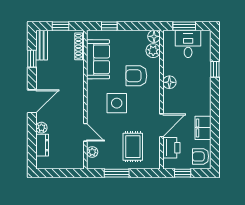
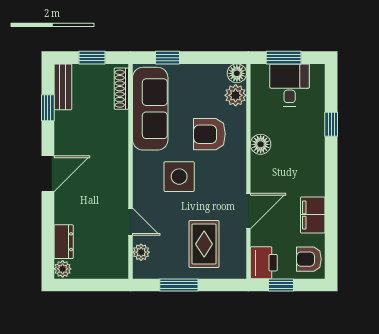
sofa: (98, 59) -> (150, 109), width x1.36
plant: (41, 128) -> (63, 269), moved
printer: (171, 148) -> (264, 263), moved

